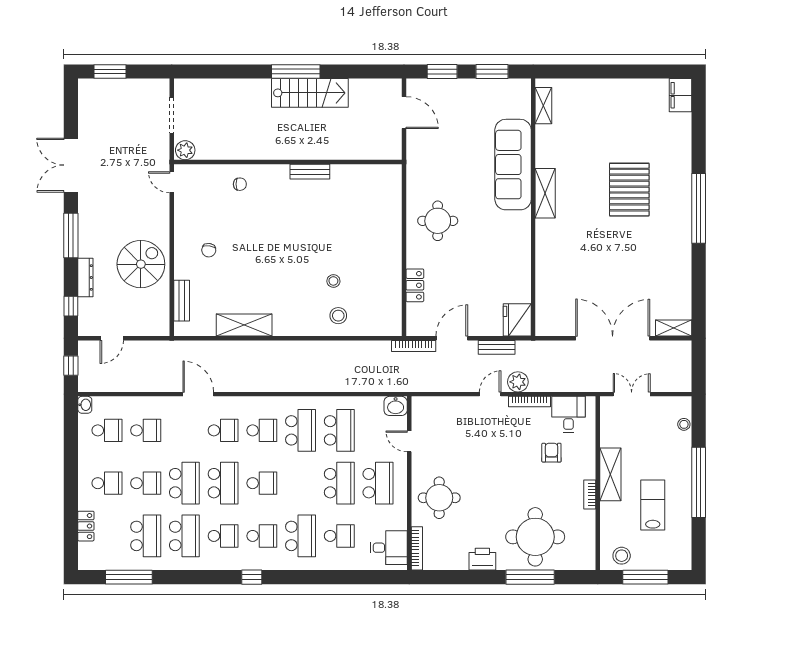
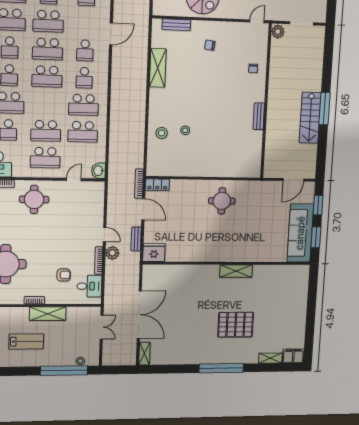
shelving: (543, 106) -> (270, 358), moved
sofa: (513, 165) -> (300, 233), moved, turned -90
locker: (415, 285) -> (157, 185), moved
window: (699, 482) -> (64, 371), moved
school desk: (262, 483) -> (47, 77), width x1.85

